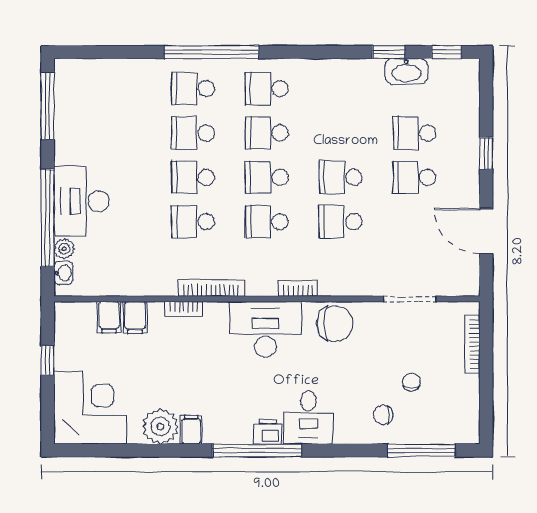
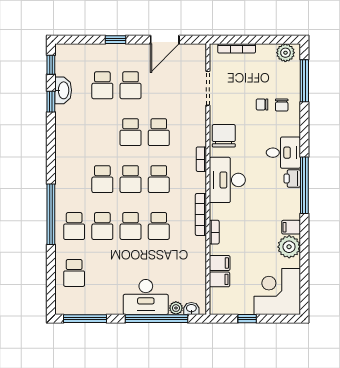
school desk: (267, 89) -> (74, 273), moved
chair: (411, 382) -> (262, 104), moved
plant: (466, 421) -> (285, 53), added

